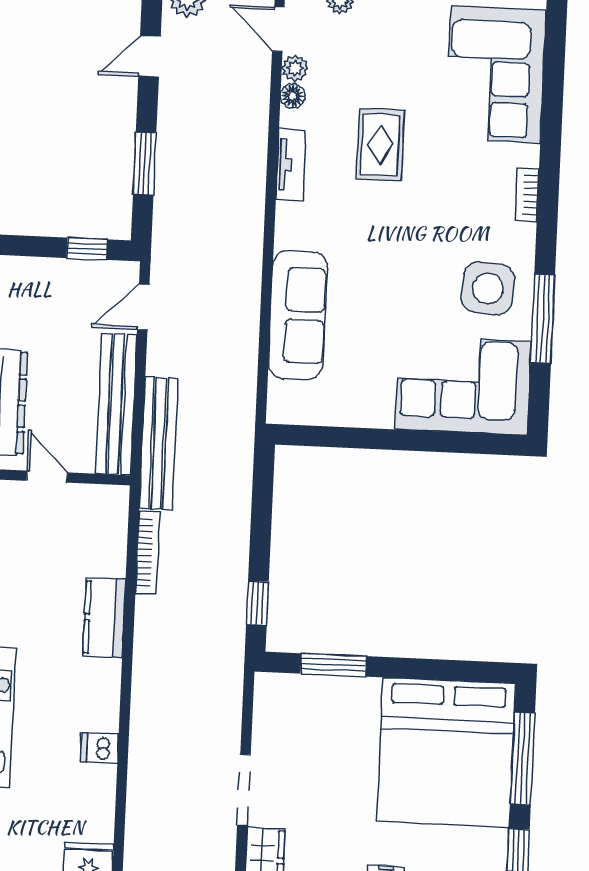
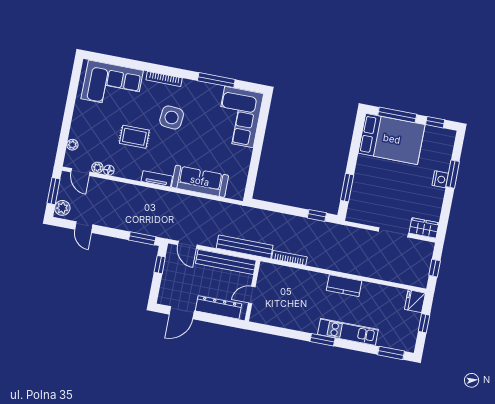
door: (278, 29) -> (80, 172), hinge flipped
window: (145, 164) -> (142, 238), moved
tv unit: (291, 165) -> (157, 179), moved
bookcase: (527, 195) -> (164, 79), width x1.56
side table: (488, 288) -> (172, 117), moved
kitchen counter: (104, 618) -> (344, 286), moved
dishwasher: (99, 748) -> (367, 290), removed
bed: (446, 752) -> (392, 139), width x0.73

